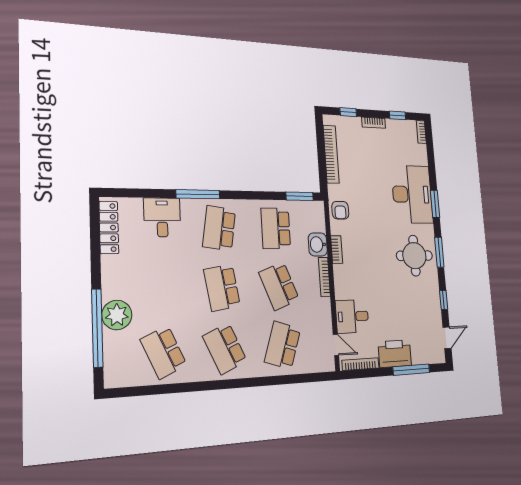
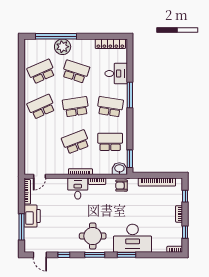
washbasin: (318, 244) -> (119, 169), moved
desk: (352, 316) -> (78, 189), moved
school desk: (283, 345) -> (76, 72), moved

